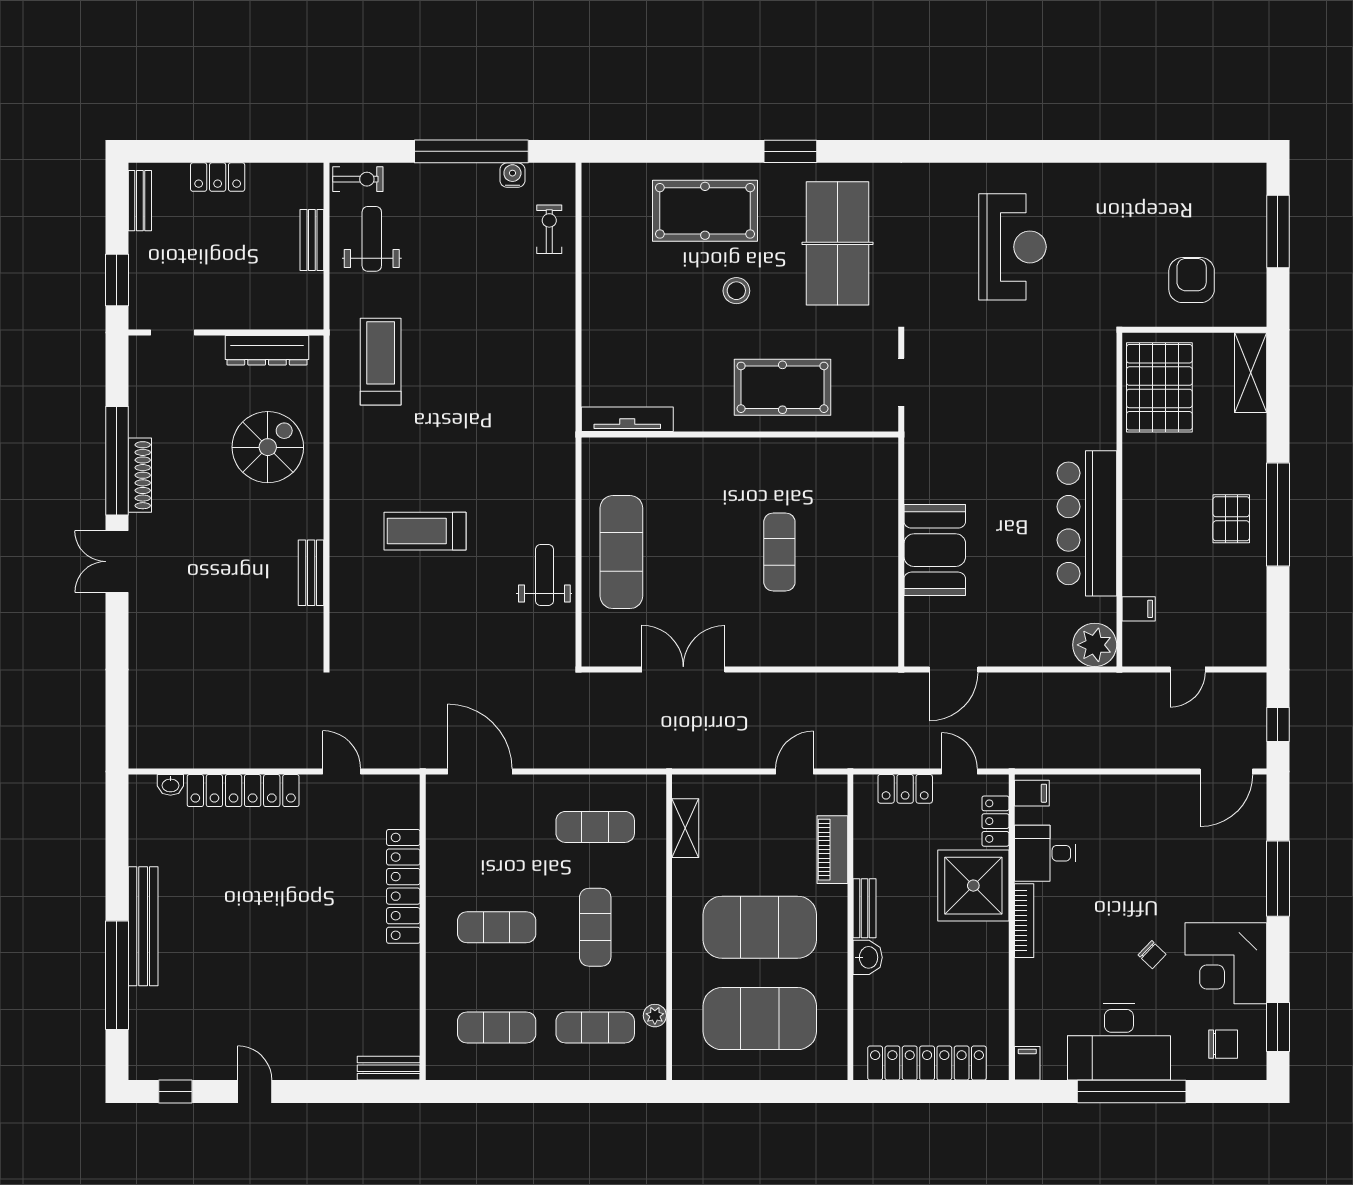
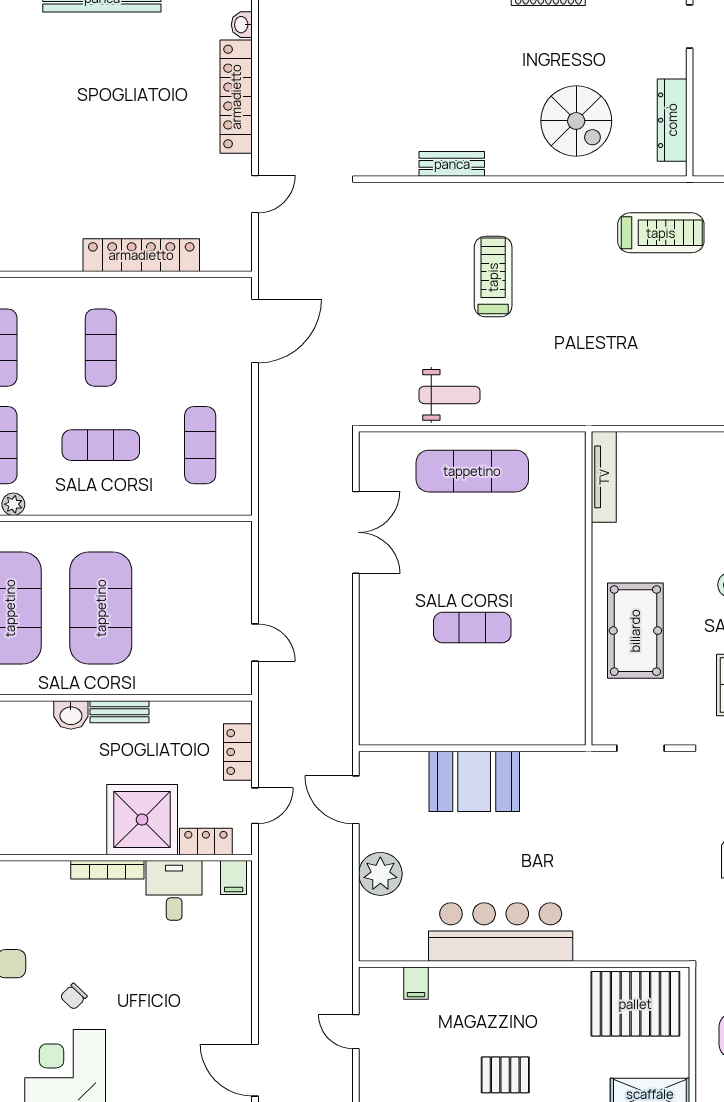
plant: (1095, 645) -> (380, 874), moved
shelving: (685, 828) -> (199, 534), removed
piano: (832, 850) -> (178, 680), removed

